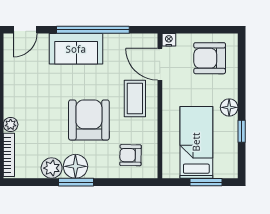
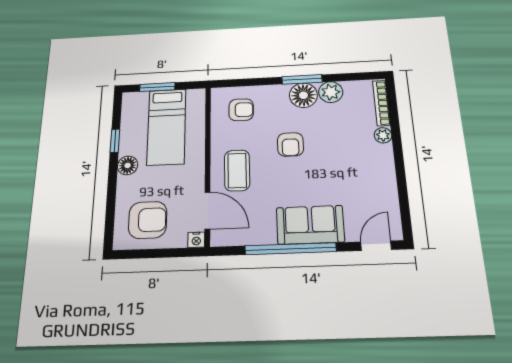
armchair: (89, 120) -> (290, 144), width x0.53, depth x0.53

